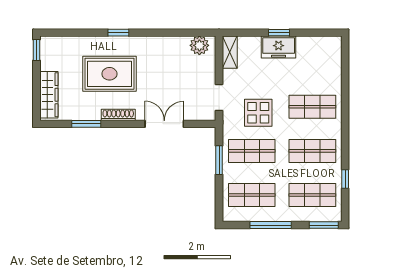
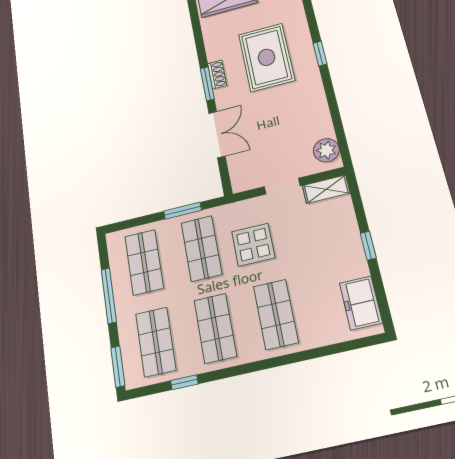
freezer: (279, 47) -> (361, 303), moved
doorway: (219, 97) -> (282, 186), moved
shoe rack: (118, 115) -> (217, 75), width x0.70
window: (86, 124) -> (207, 84), moved

